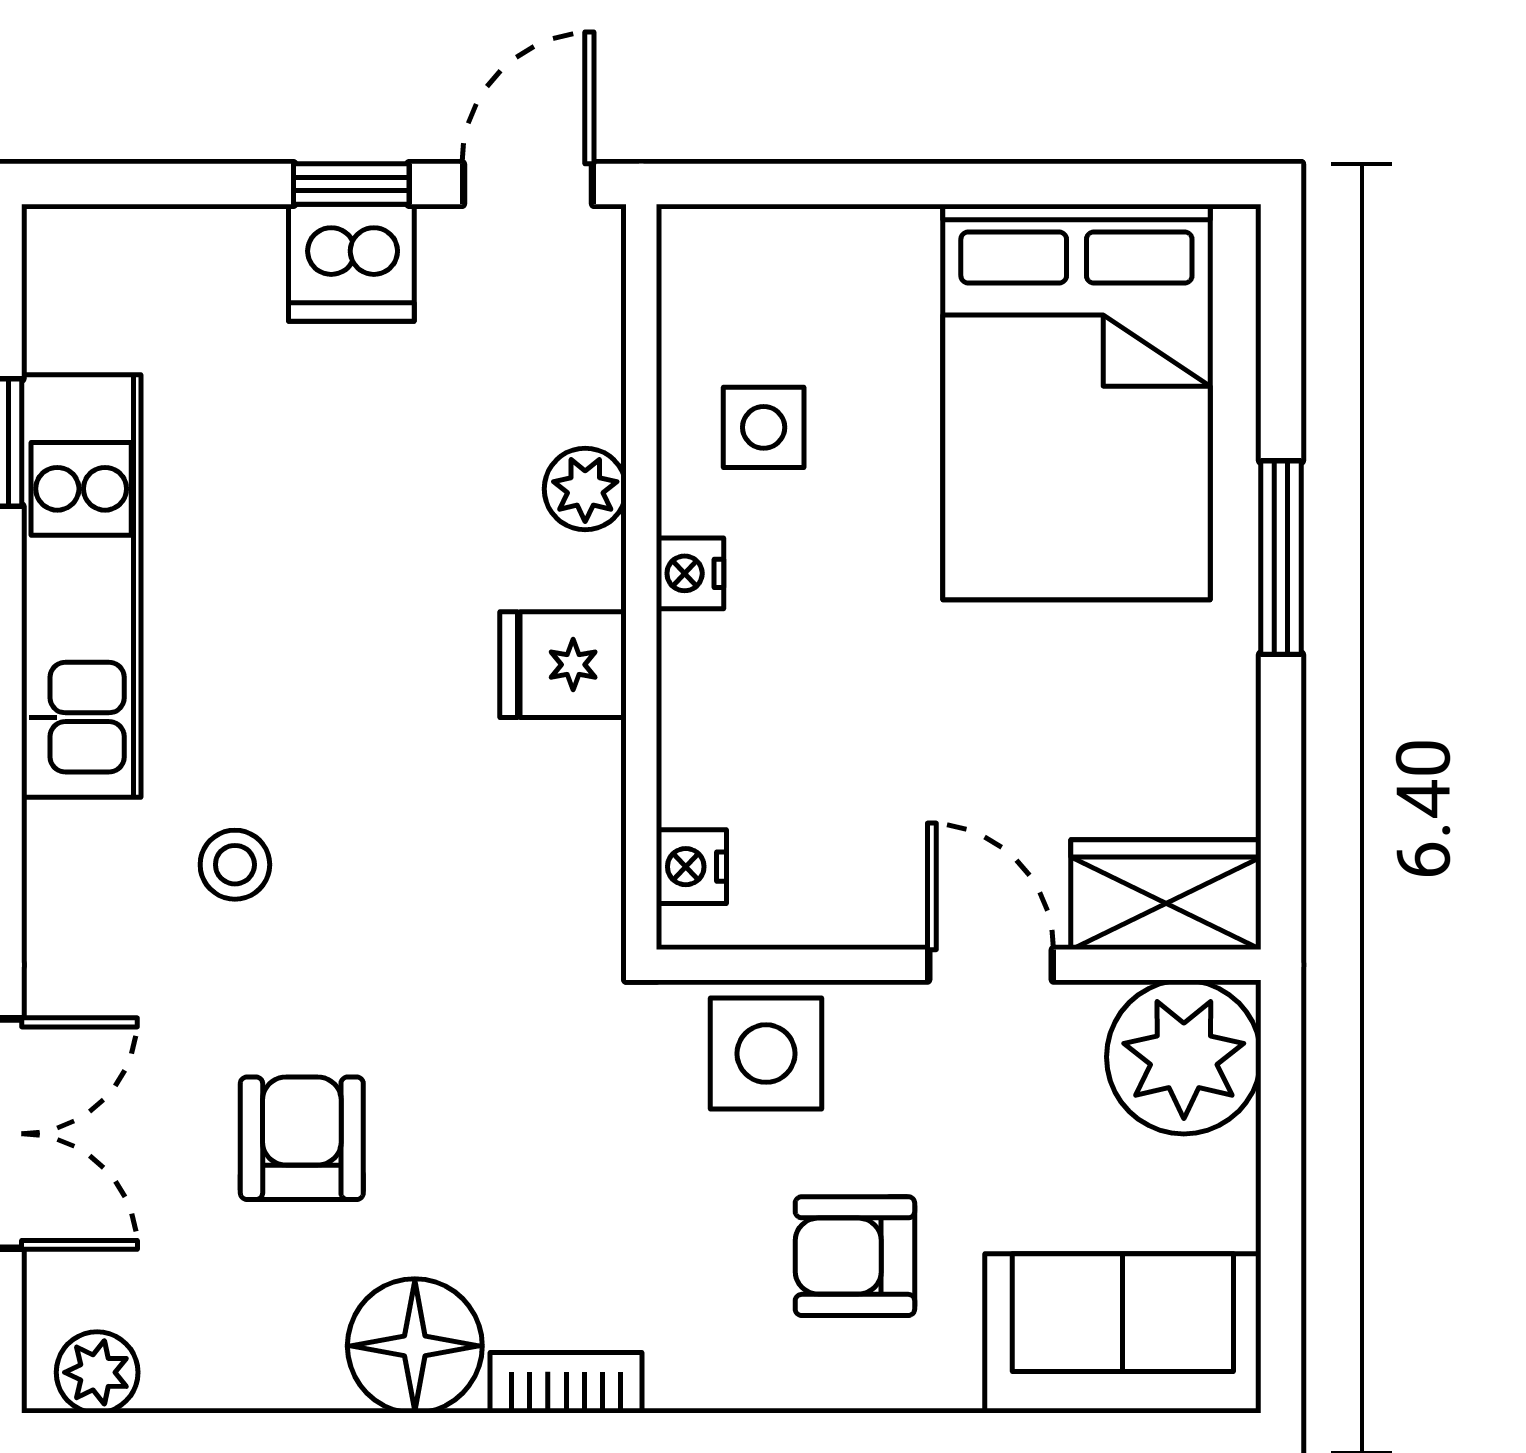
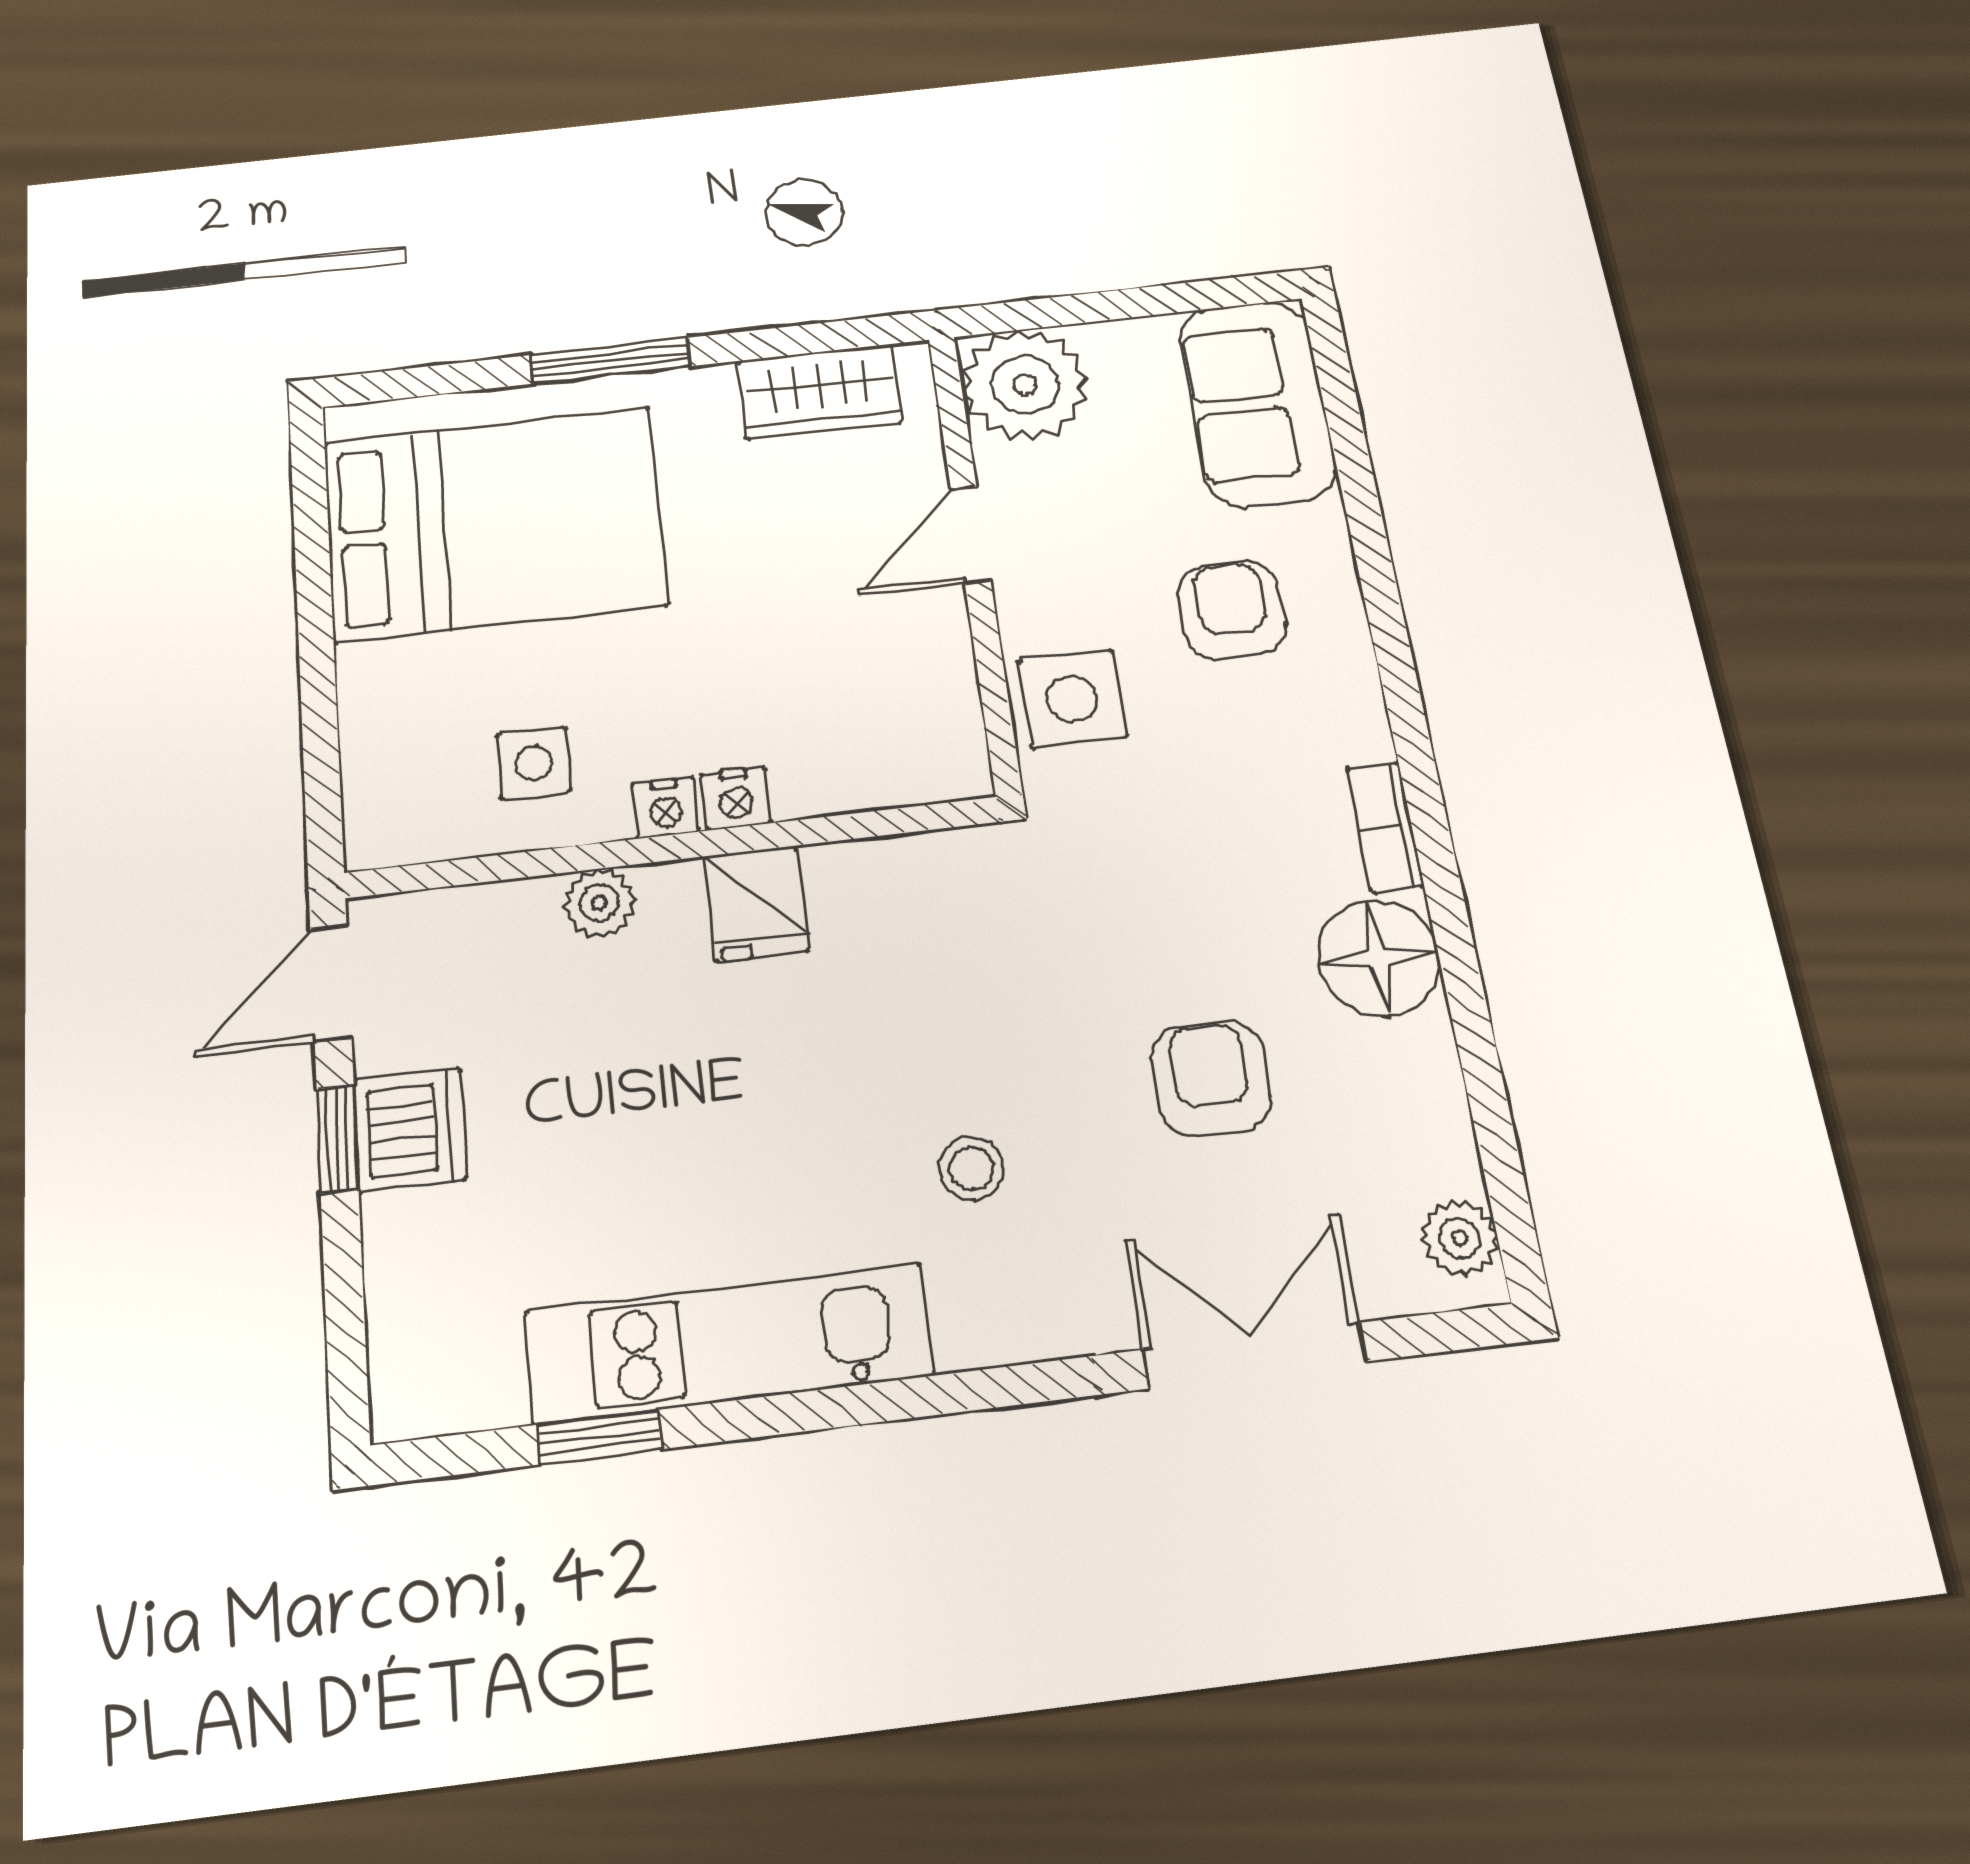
door: (528, 184) -> (331, 984), hinge flipped
nightstand: (691, 867) -> (736, 798), moved
wardrobe: (1166, 895) -> (819, 392), moved, turned -90
armchair: (302, 1138) -> (1211, 1078), turned 90
armchair: (855, 1256) -> (1232, 610), turned 180

